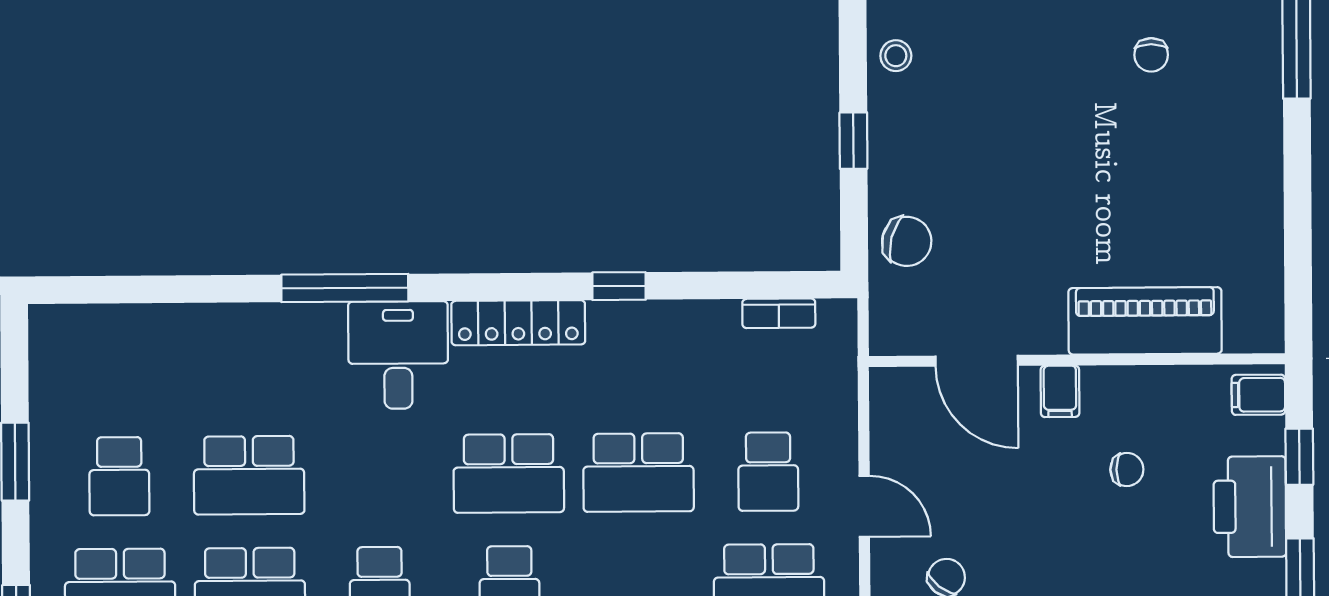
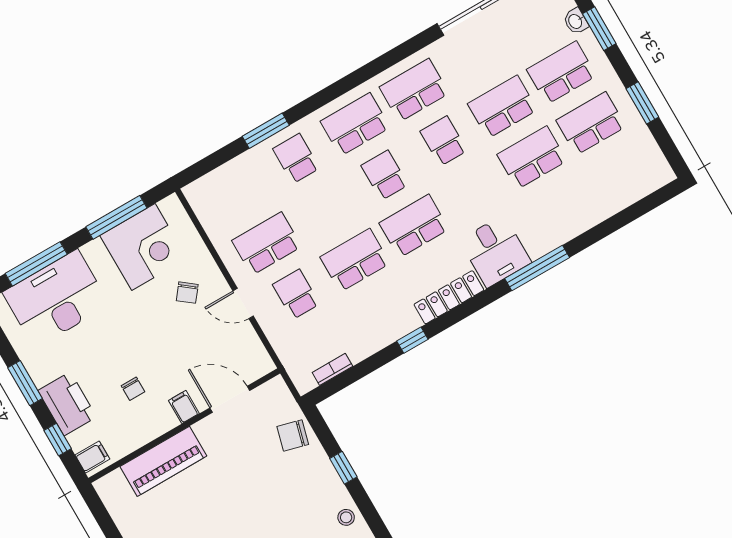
chair: (1127, 469) -> (133, 389), turned -90
school desk: (119, 476) -> (591, 123), width x1.85

